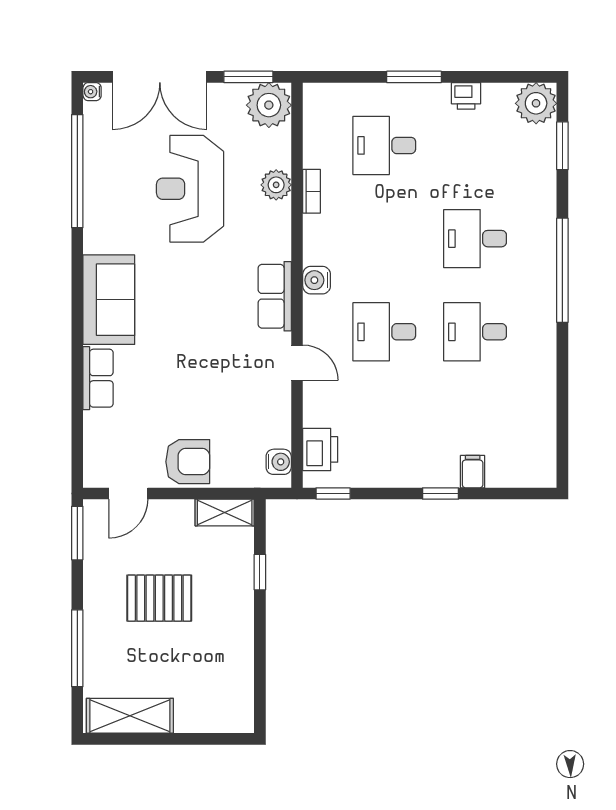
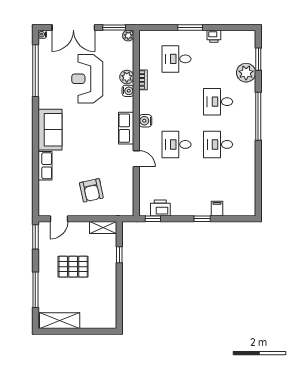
plant: (536, 103) -> (246, 73), moved
plant: (269, 105) -> (128, 36), width x0.53, depth x0.53
printer: (320, 449) -> (160, 208), moved, turned -90
armchair: (188, 462) -> (91, 190), moved, turned 78
water cooler: (279, 462) -> (128, 91), moved

